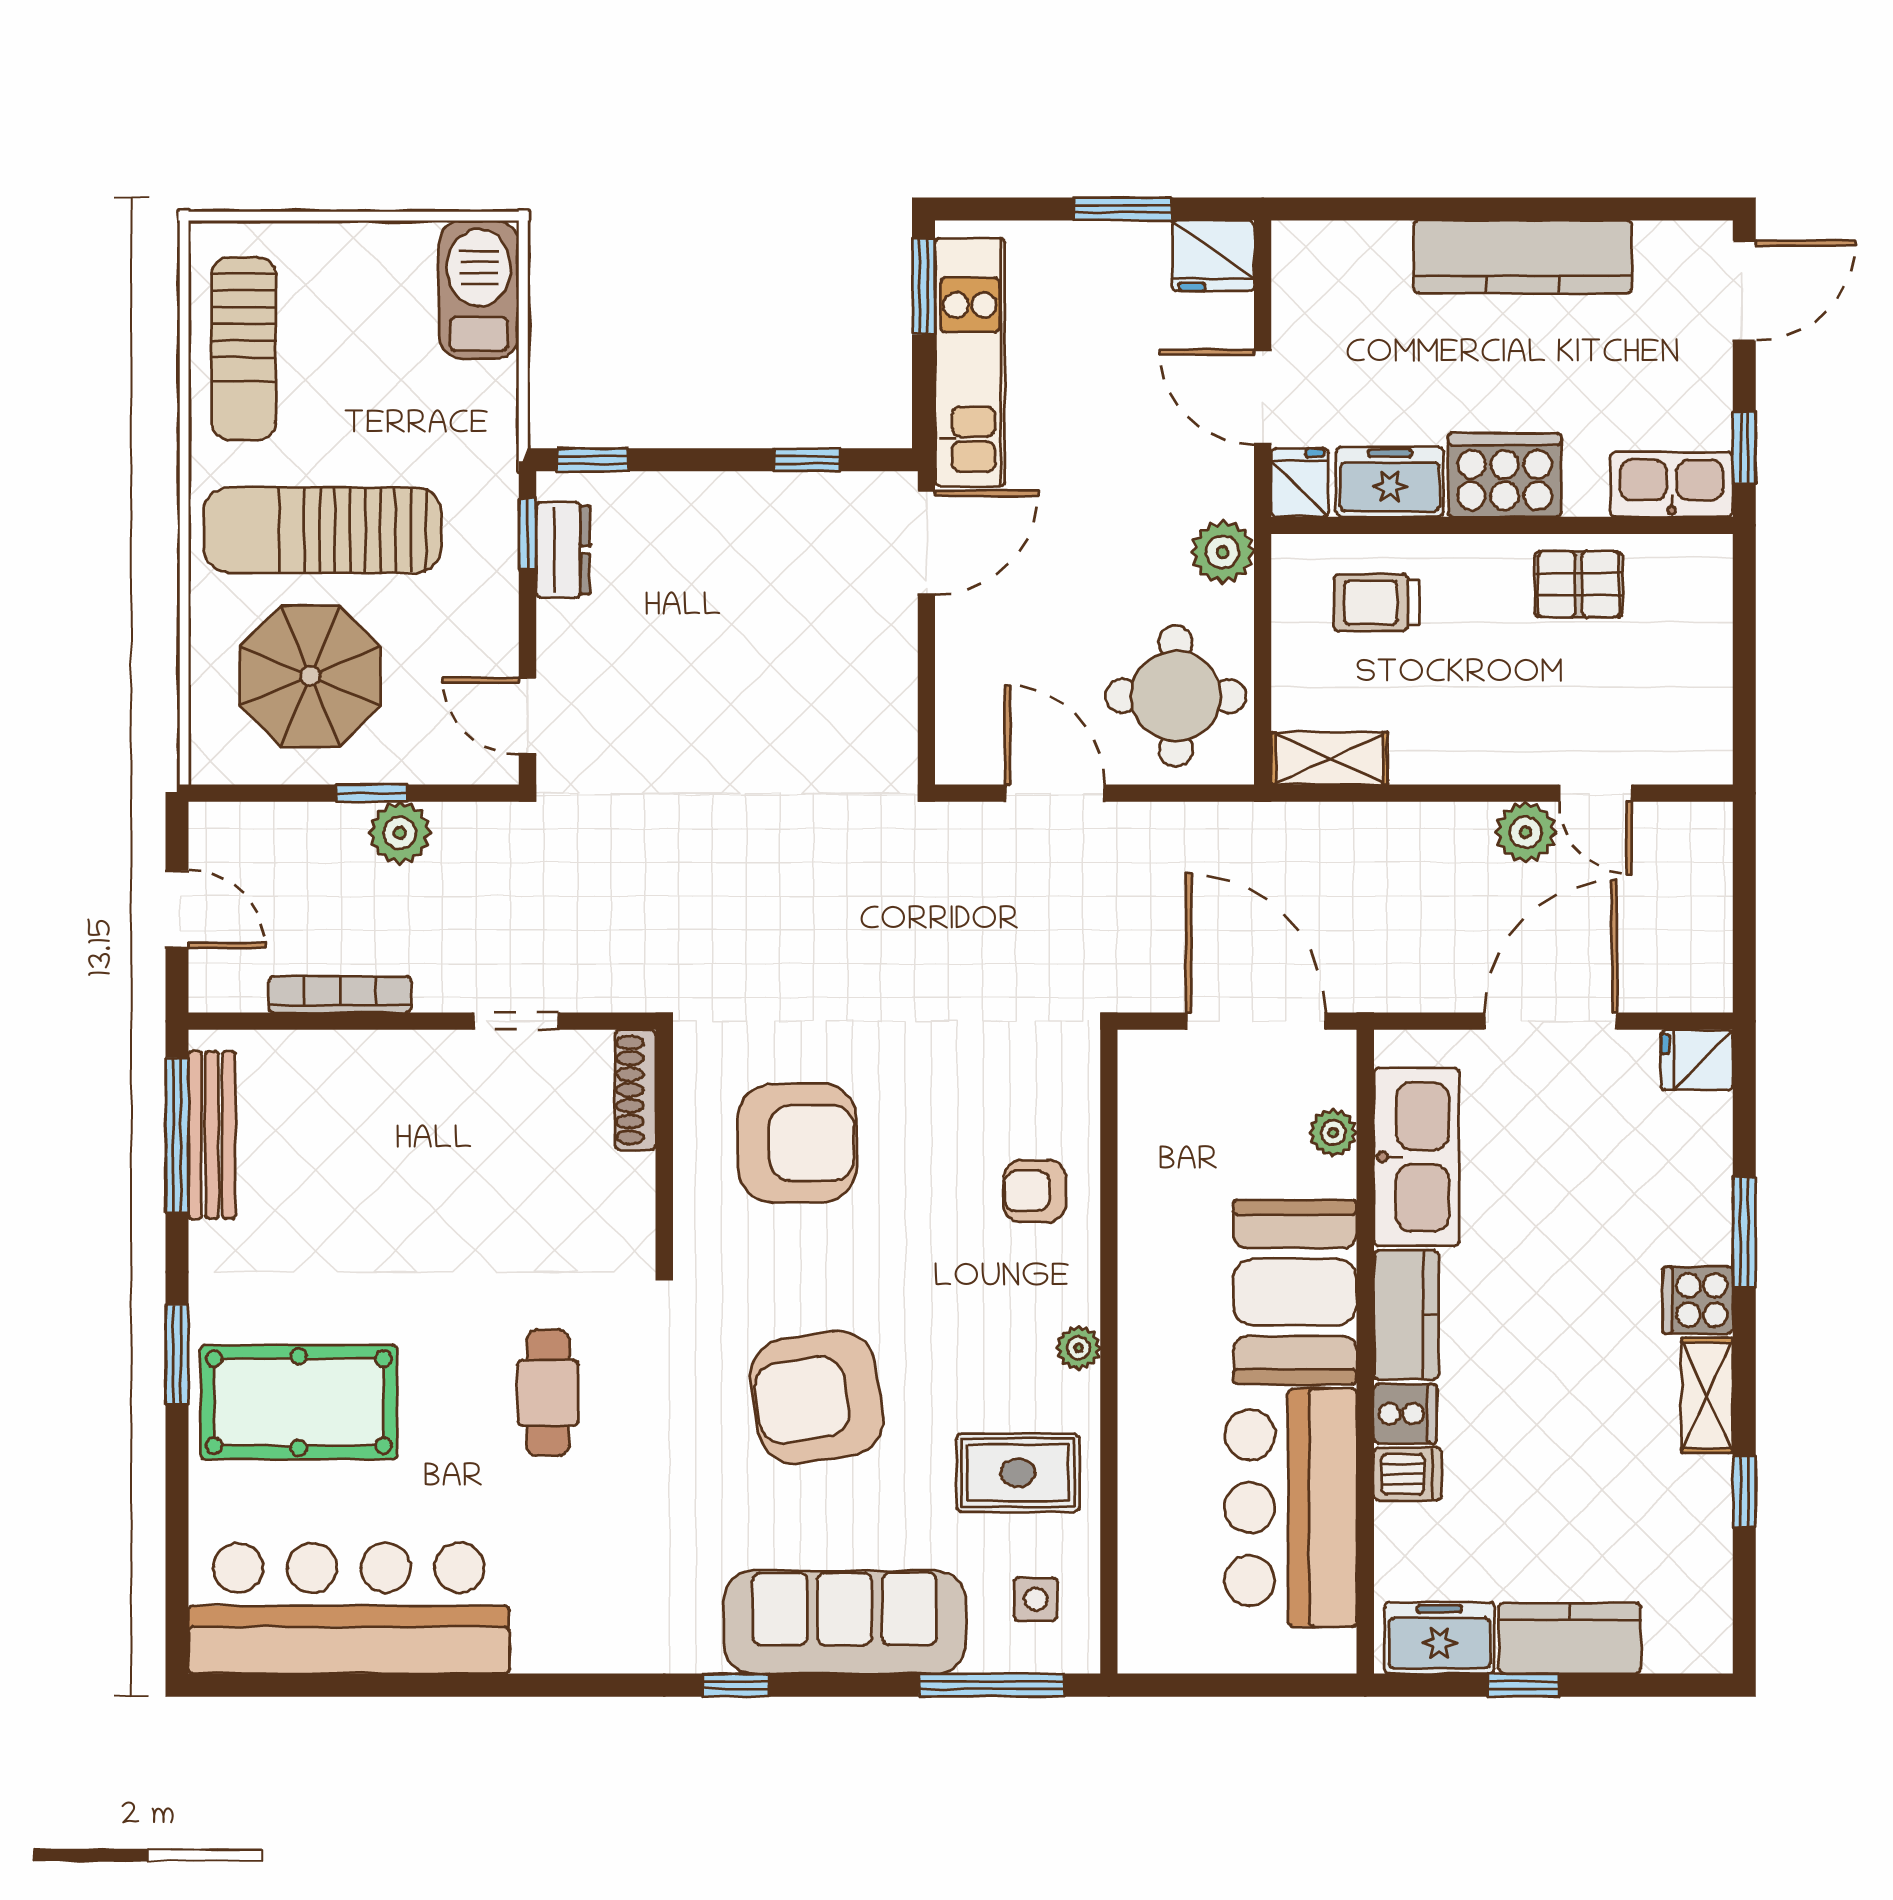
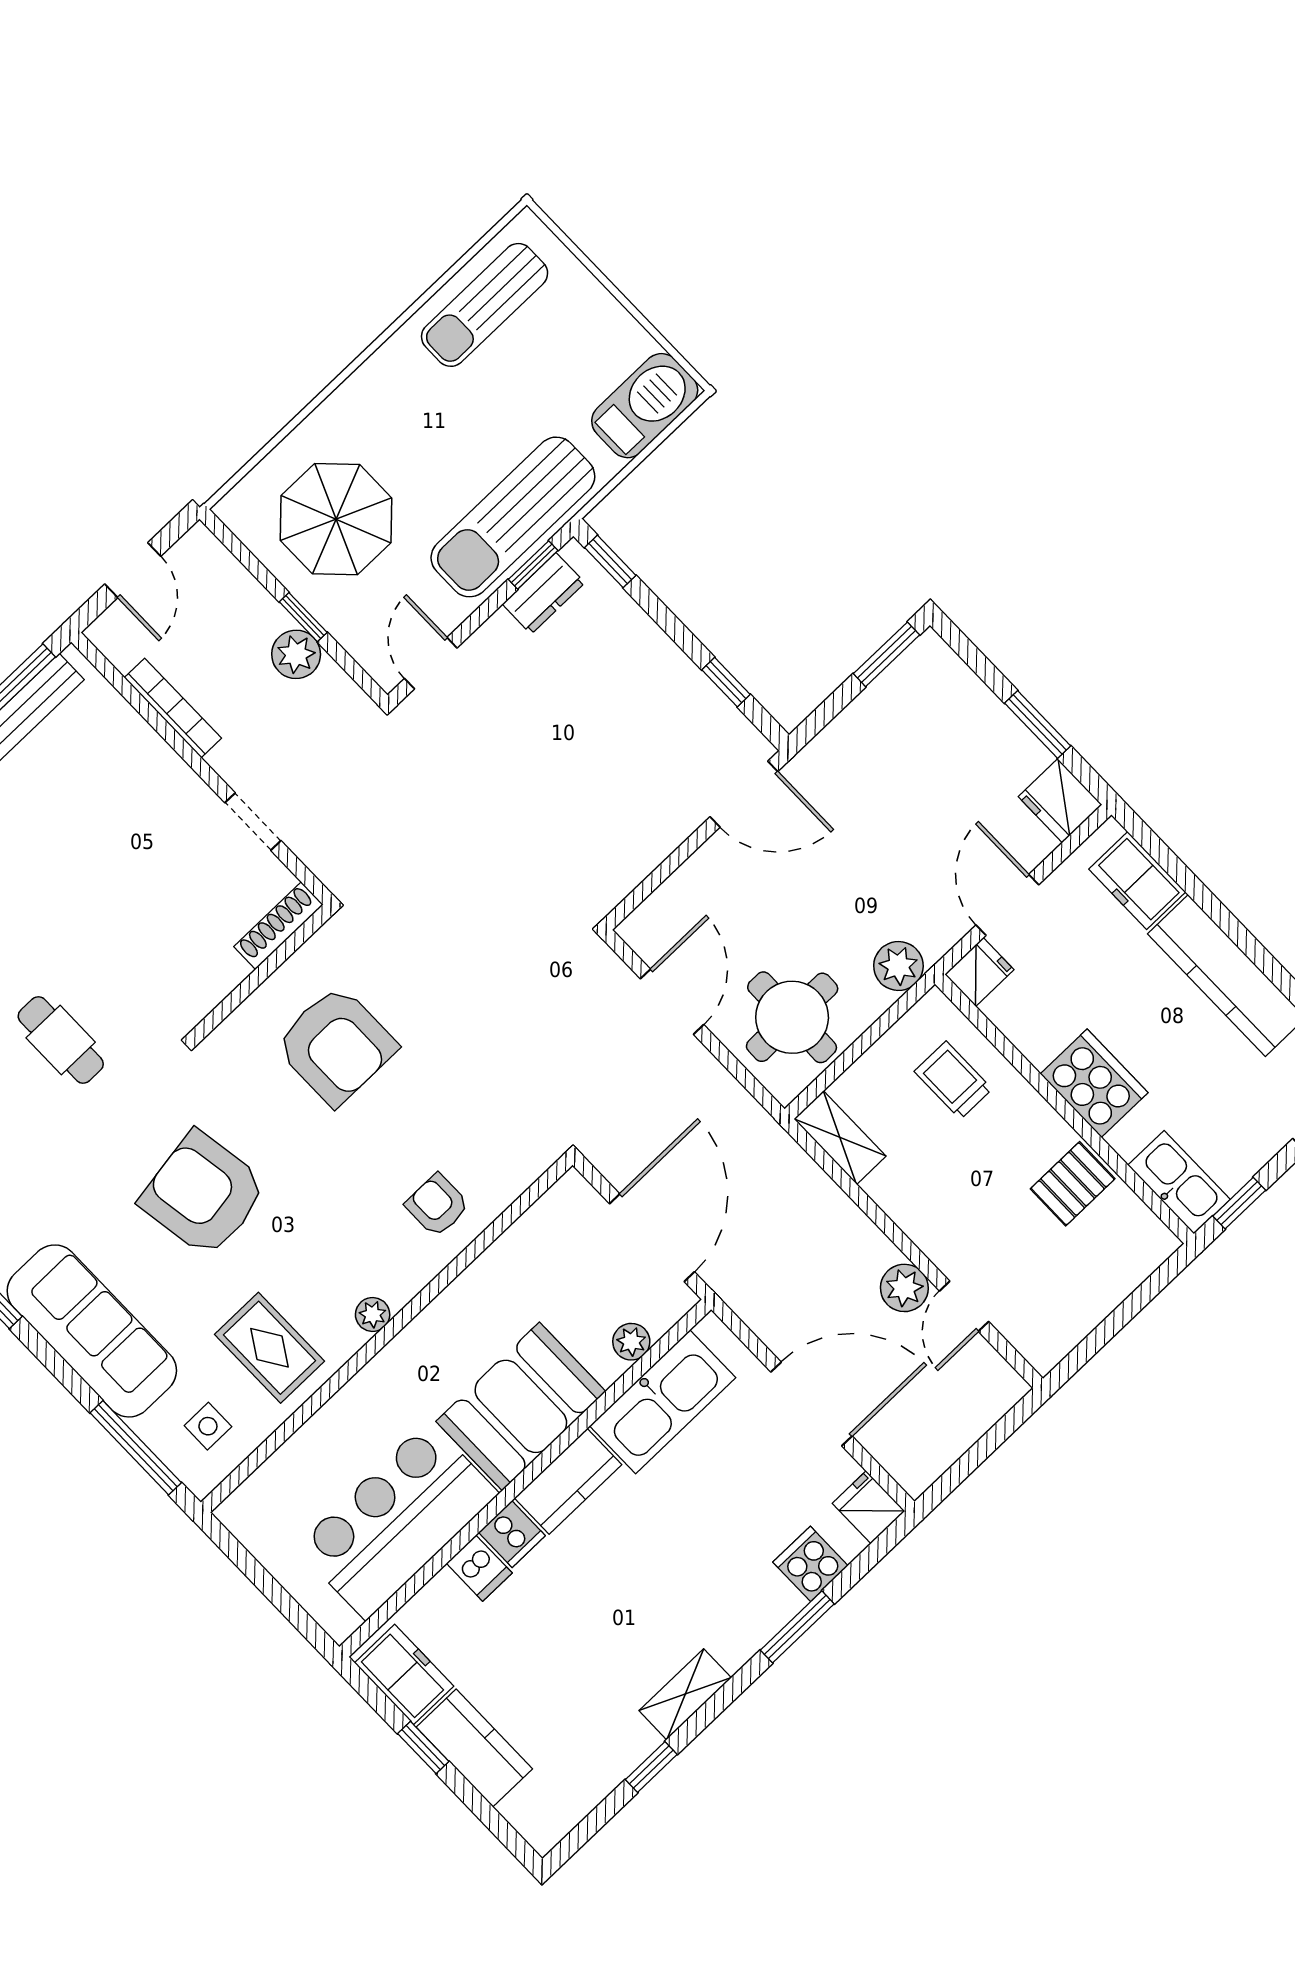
kitchen unit: (970, 362) -> (869, 721), removed
freezer: (1390, 482) -> (1137, 881), moved, turned 180
sun lounger: (322, 530) -> (513, 517), moved, turned -90
pallet: (1579, 584) -> (1073, 1184), turned 90
cooker: (1698, 1300) -> (810, 1564), moved
cafe table: (548, 1393) -> (61, 1040), turned 90

